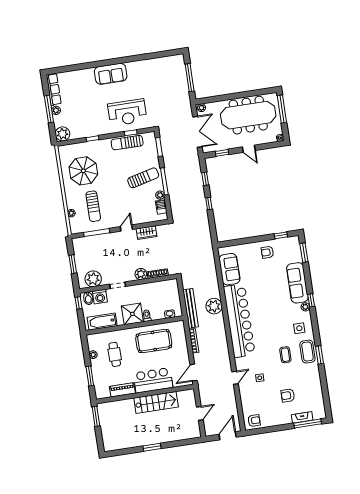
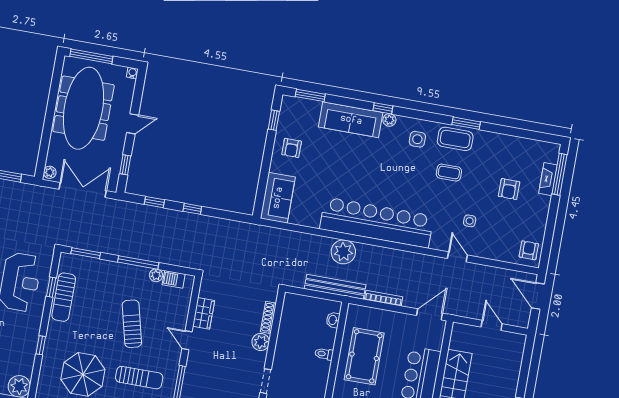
sun lounger: (143, 178) -> (132, 324), moved
sofa: (229, 269) -> (278, 198), moved, turned 90
shower: (132, 314) -> (314, 374), removed
door: (194, 373) -> (429, 314), swing flipped

